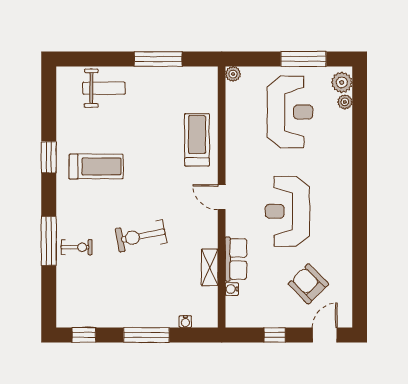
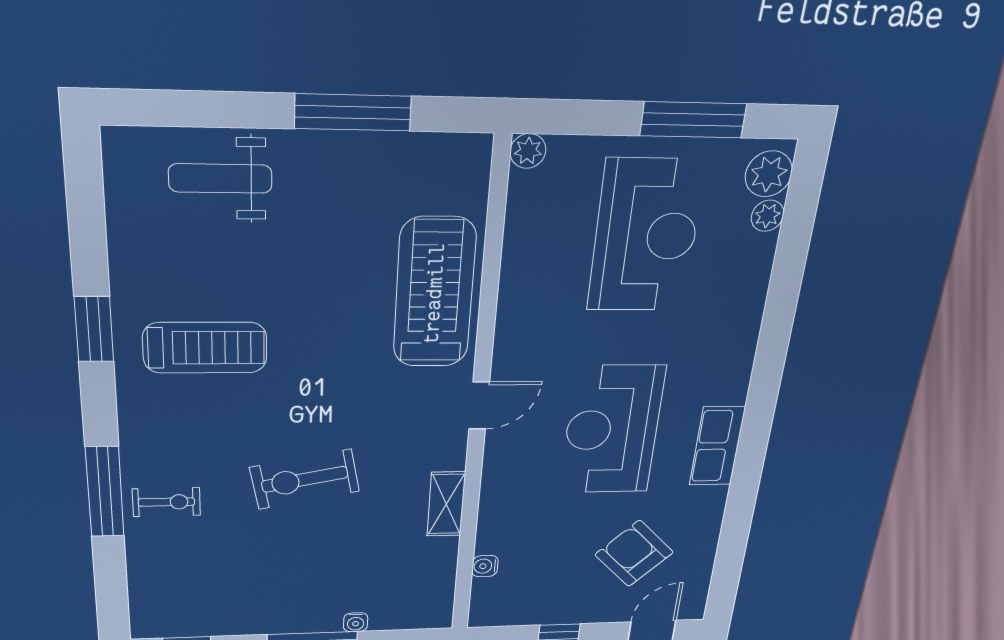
weight bench: (104, 88) -> (220, 178), turned 180
treadmill: (197, 140) -> (434, 293), width x1.37, depth x1.38
door: (222, 197) -> (479, 406), swing flipped
row of seats: (236, 259) -> (717, 446), moved, turned 180
shelving: (210, 267) -> (446, 504), moved
water cooler: (185, 322) -> (356, 622), moved

